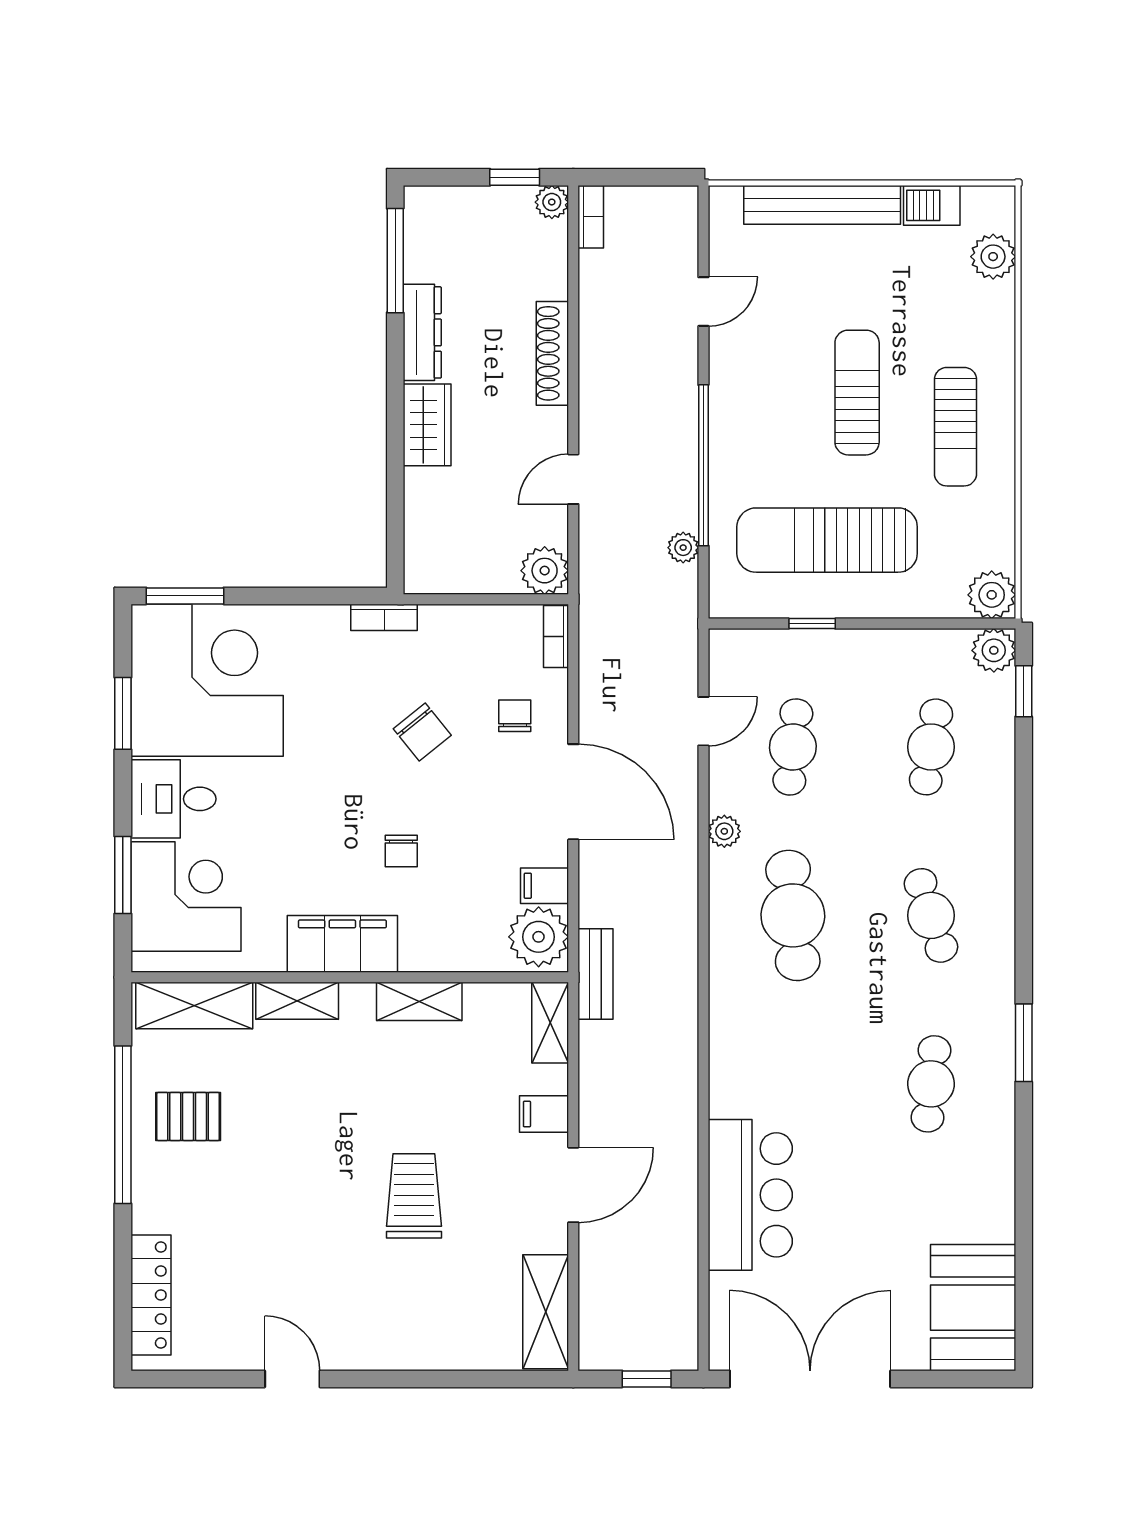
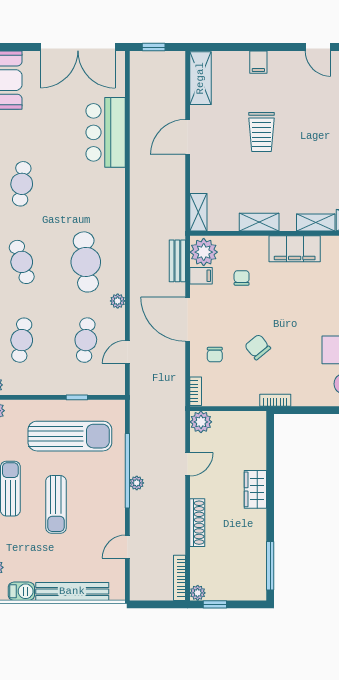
bookcase: (591, 217) -> (180, 578), width x1.56
dresser: (422, 332) -> (258, 532), removed
plant: (683, 548) -> (137, 483), moved
chair: (401, 851) -> (242, 278), moved
bench: (596, 974) -> (177, 261), moved
filing cabinet: (544, 1114) -> (258, 62), moved, turned 90

